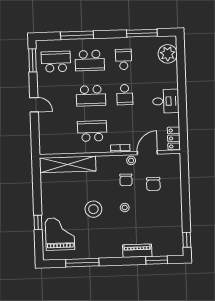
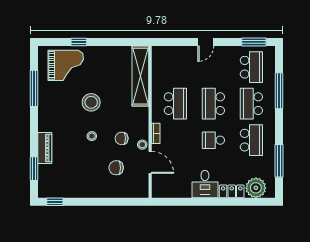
school desk: (124, 59) -> (251, 140), width x1.85
locker: (174, 138) -> (232, 191), moved

